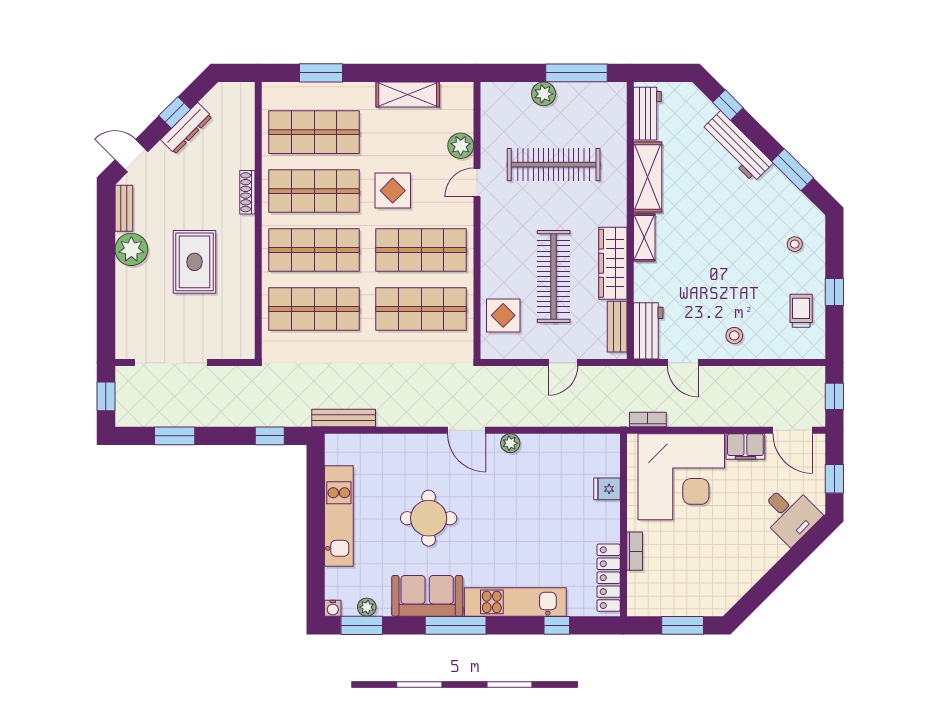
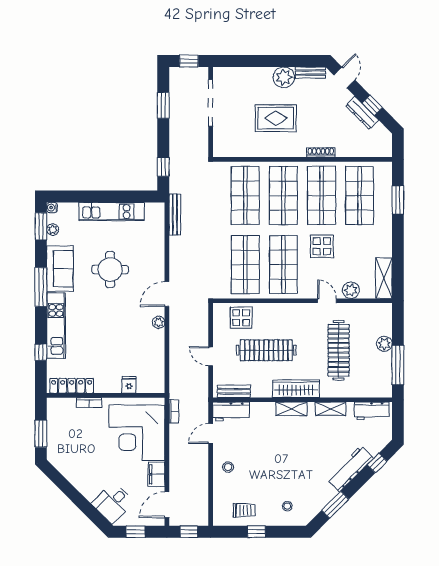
shelving: (408, 94) -> (384, 278), moved
shelving: (648, 177) -> (331, 409), width x0.67, depth x0.75
wardrobe: (613, 263) -> (296, 389), moved

